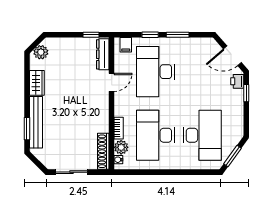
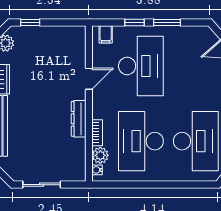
window: (91, 35) -> (30, 22), moved
dresser: (103, 54) -> (79, 119), moved
desk: (156, 72) -> (141, 66), turned 180
shoe rack: (103, 151) -> (79, 160), removed

